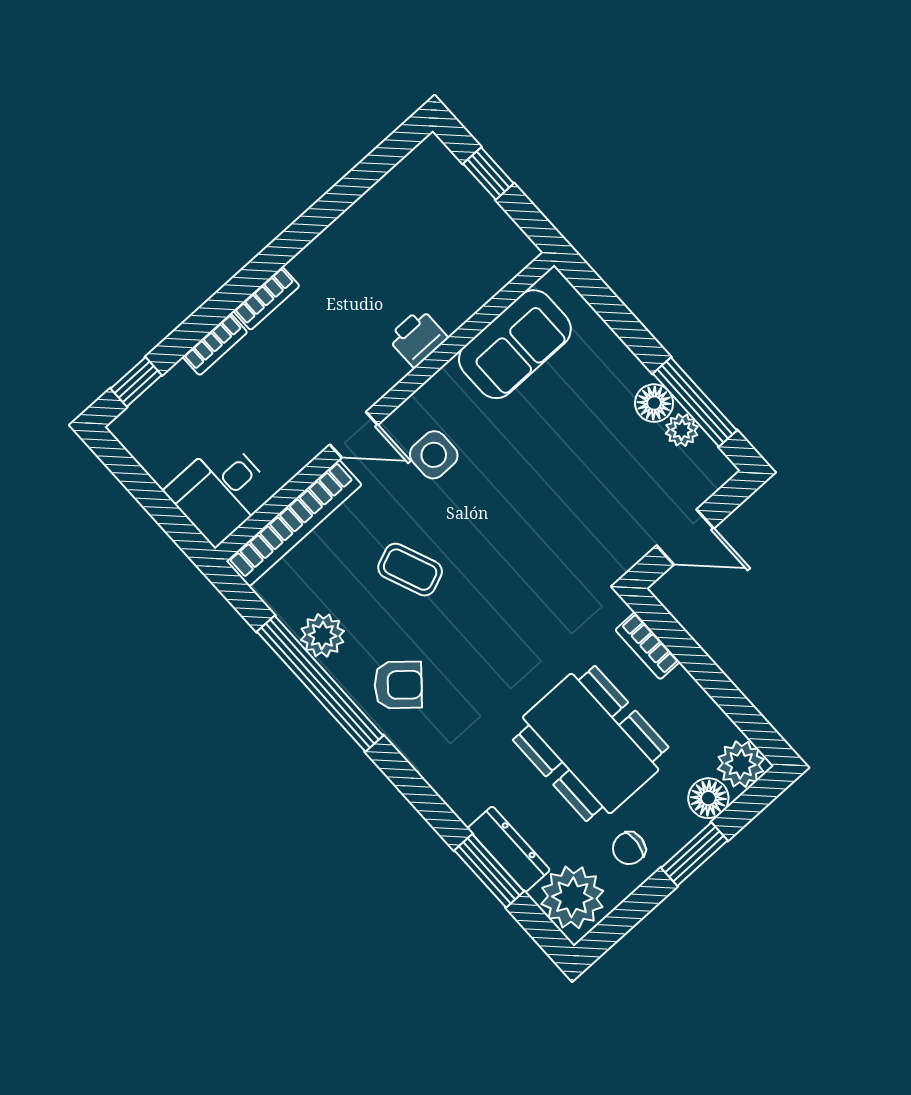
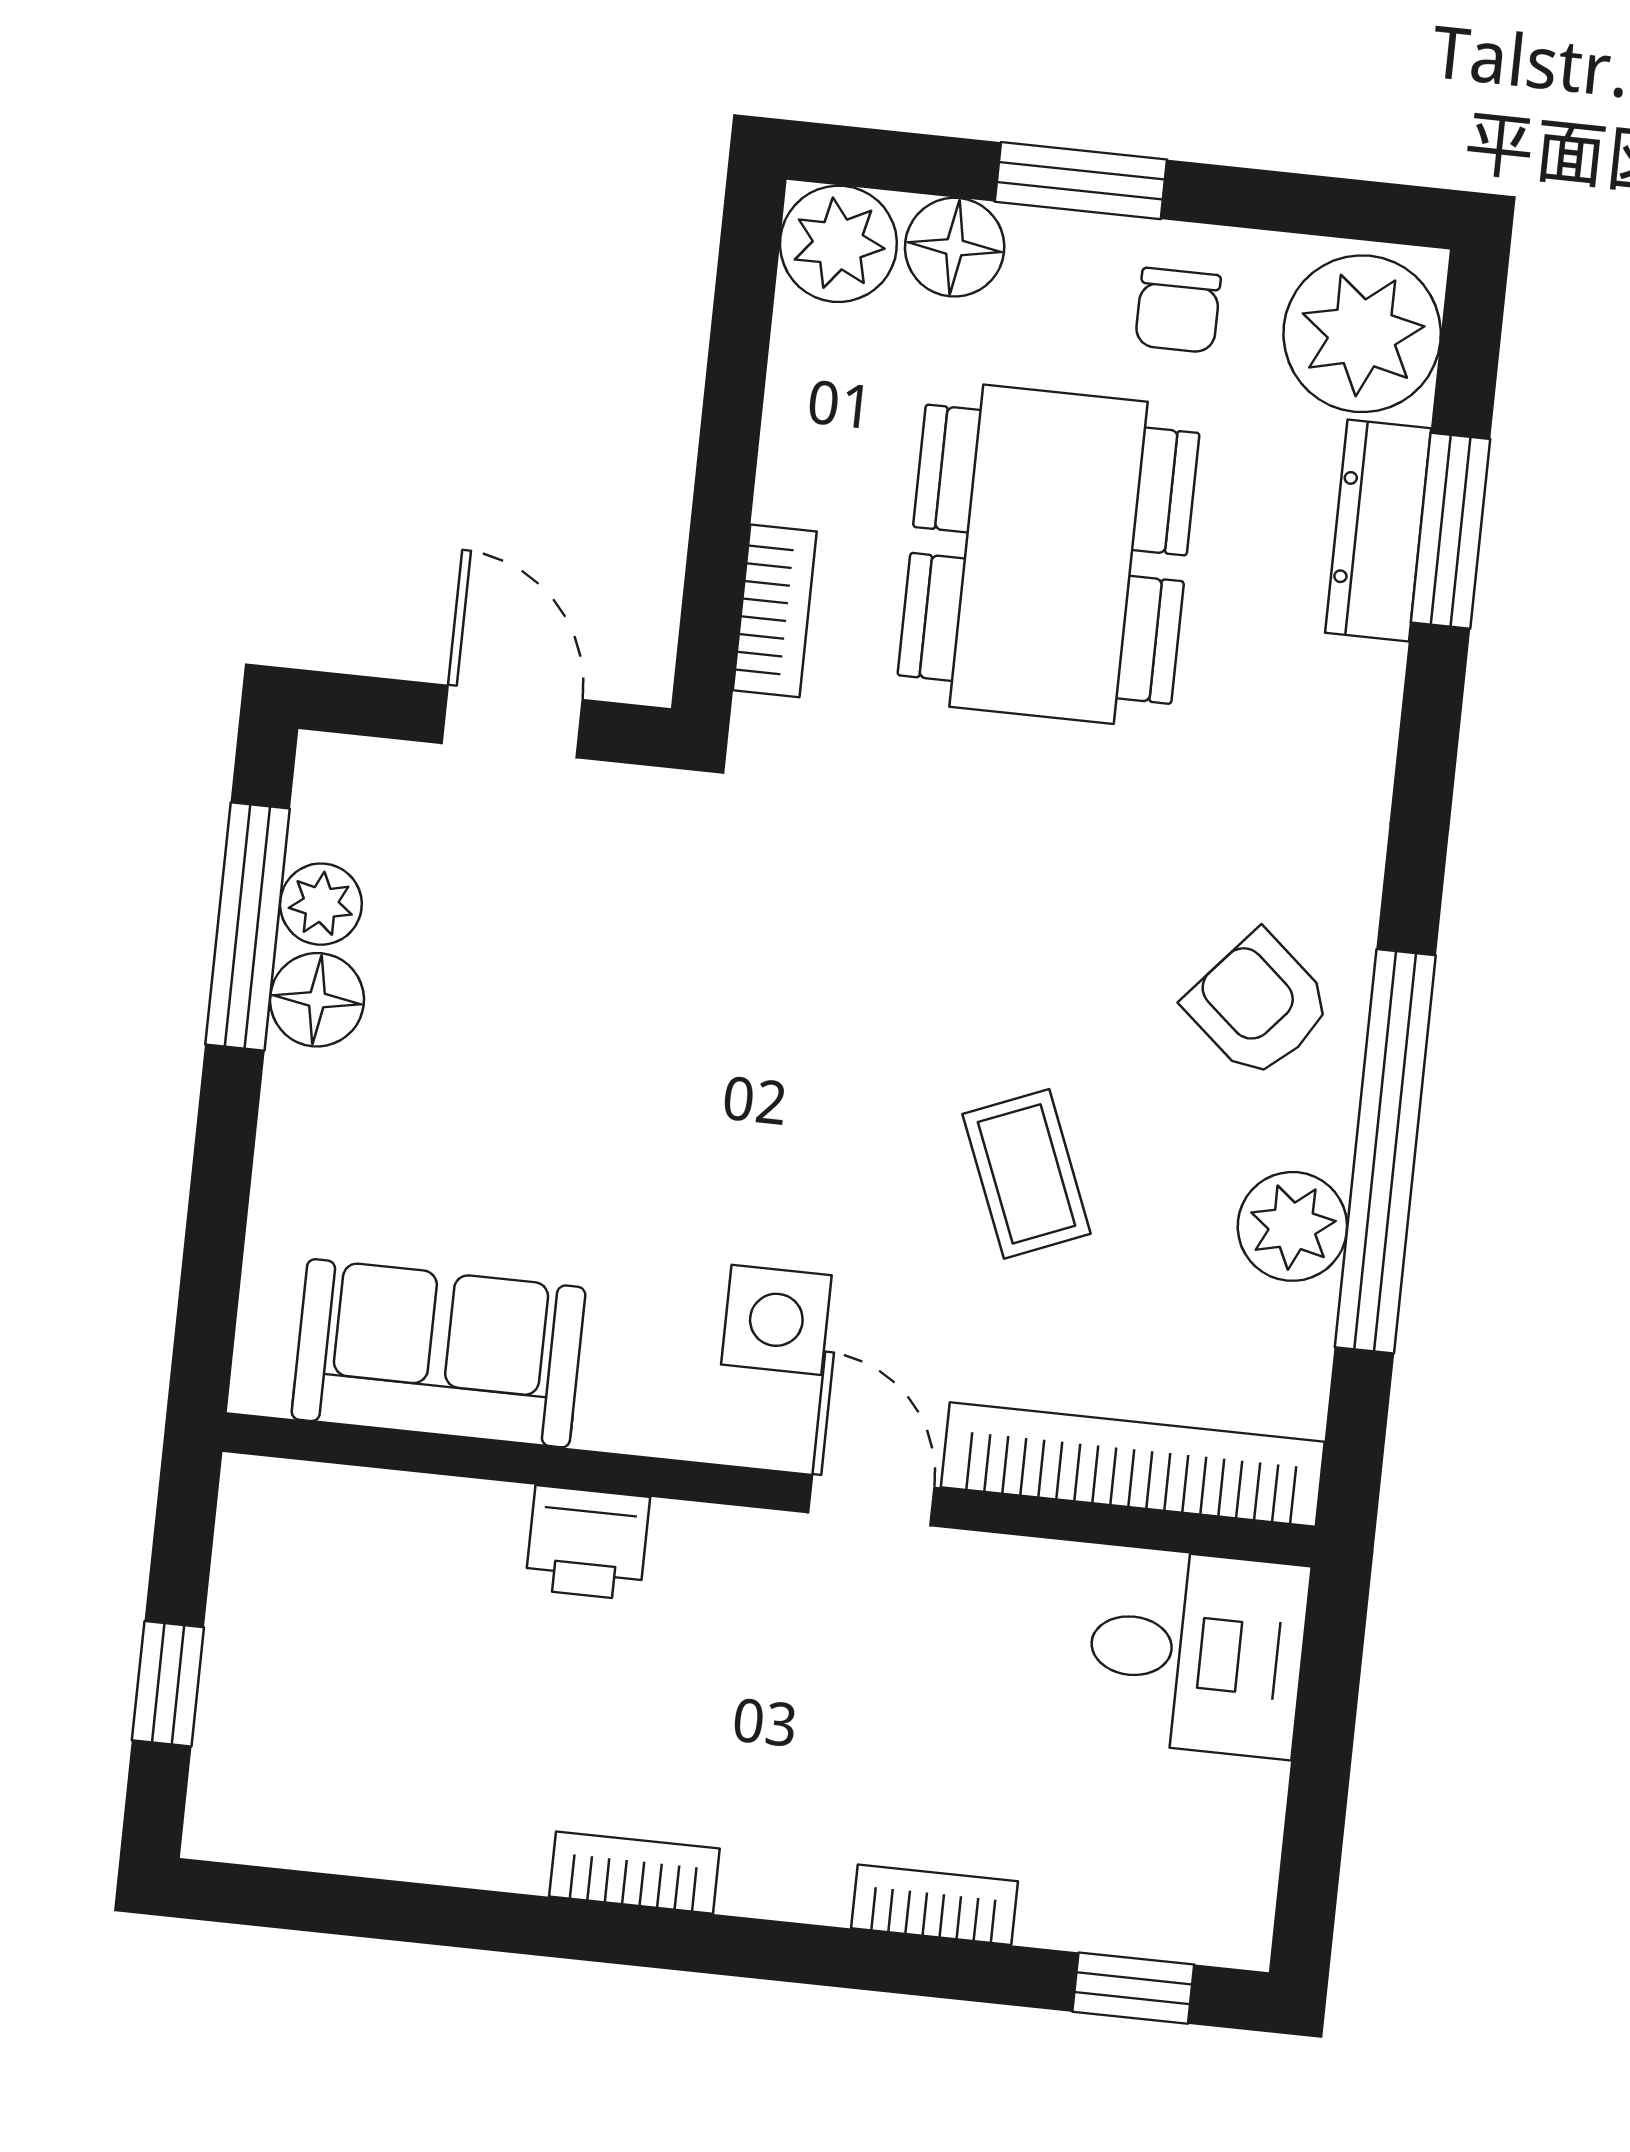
bookcase: (266, 298) -> (634, 1873), moved
chair: (629, 848) -> (1178, 310), turned 84

